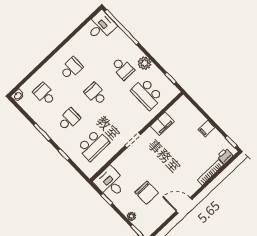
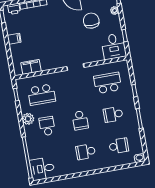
school desk: (44, 94) -> (119, 146), turned -90
school desk: (147, 94) -> (42, 95), turned 90
filing cabinet: (162, 124) -> (31, 67), moved

